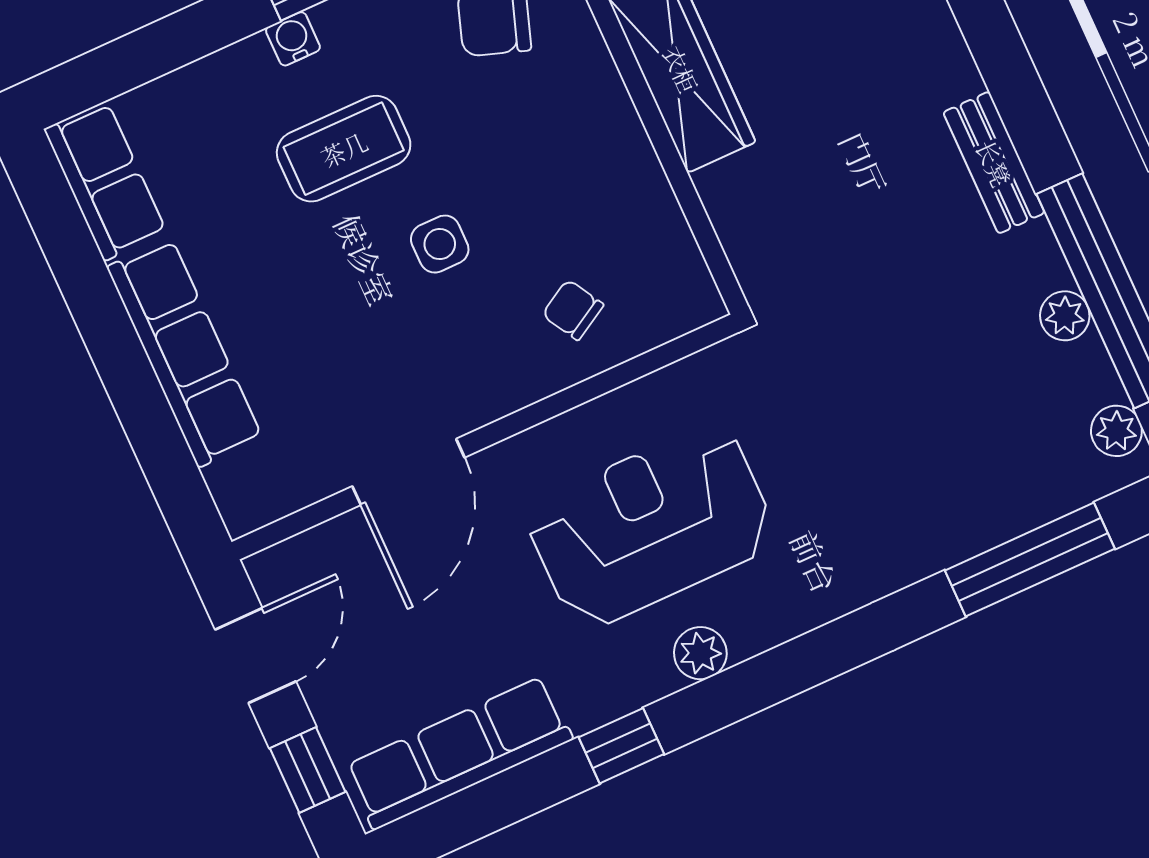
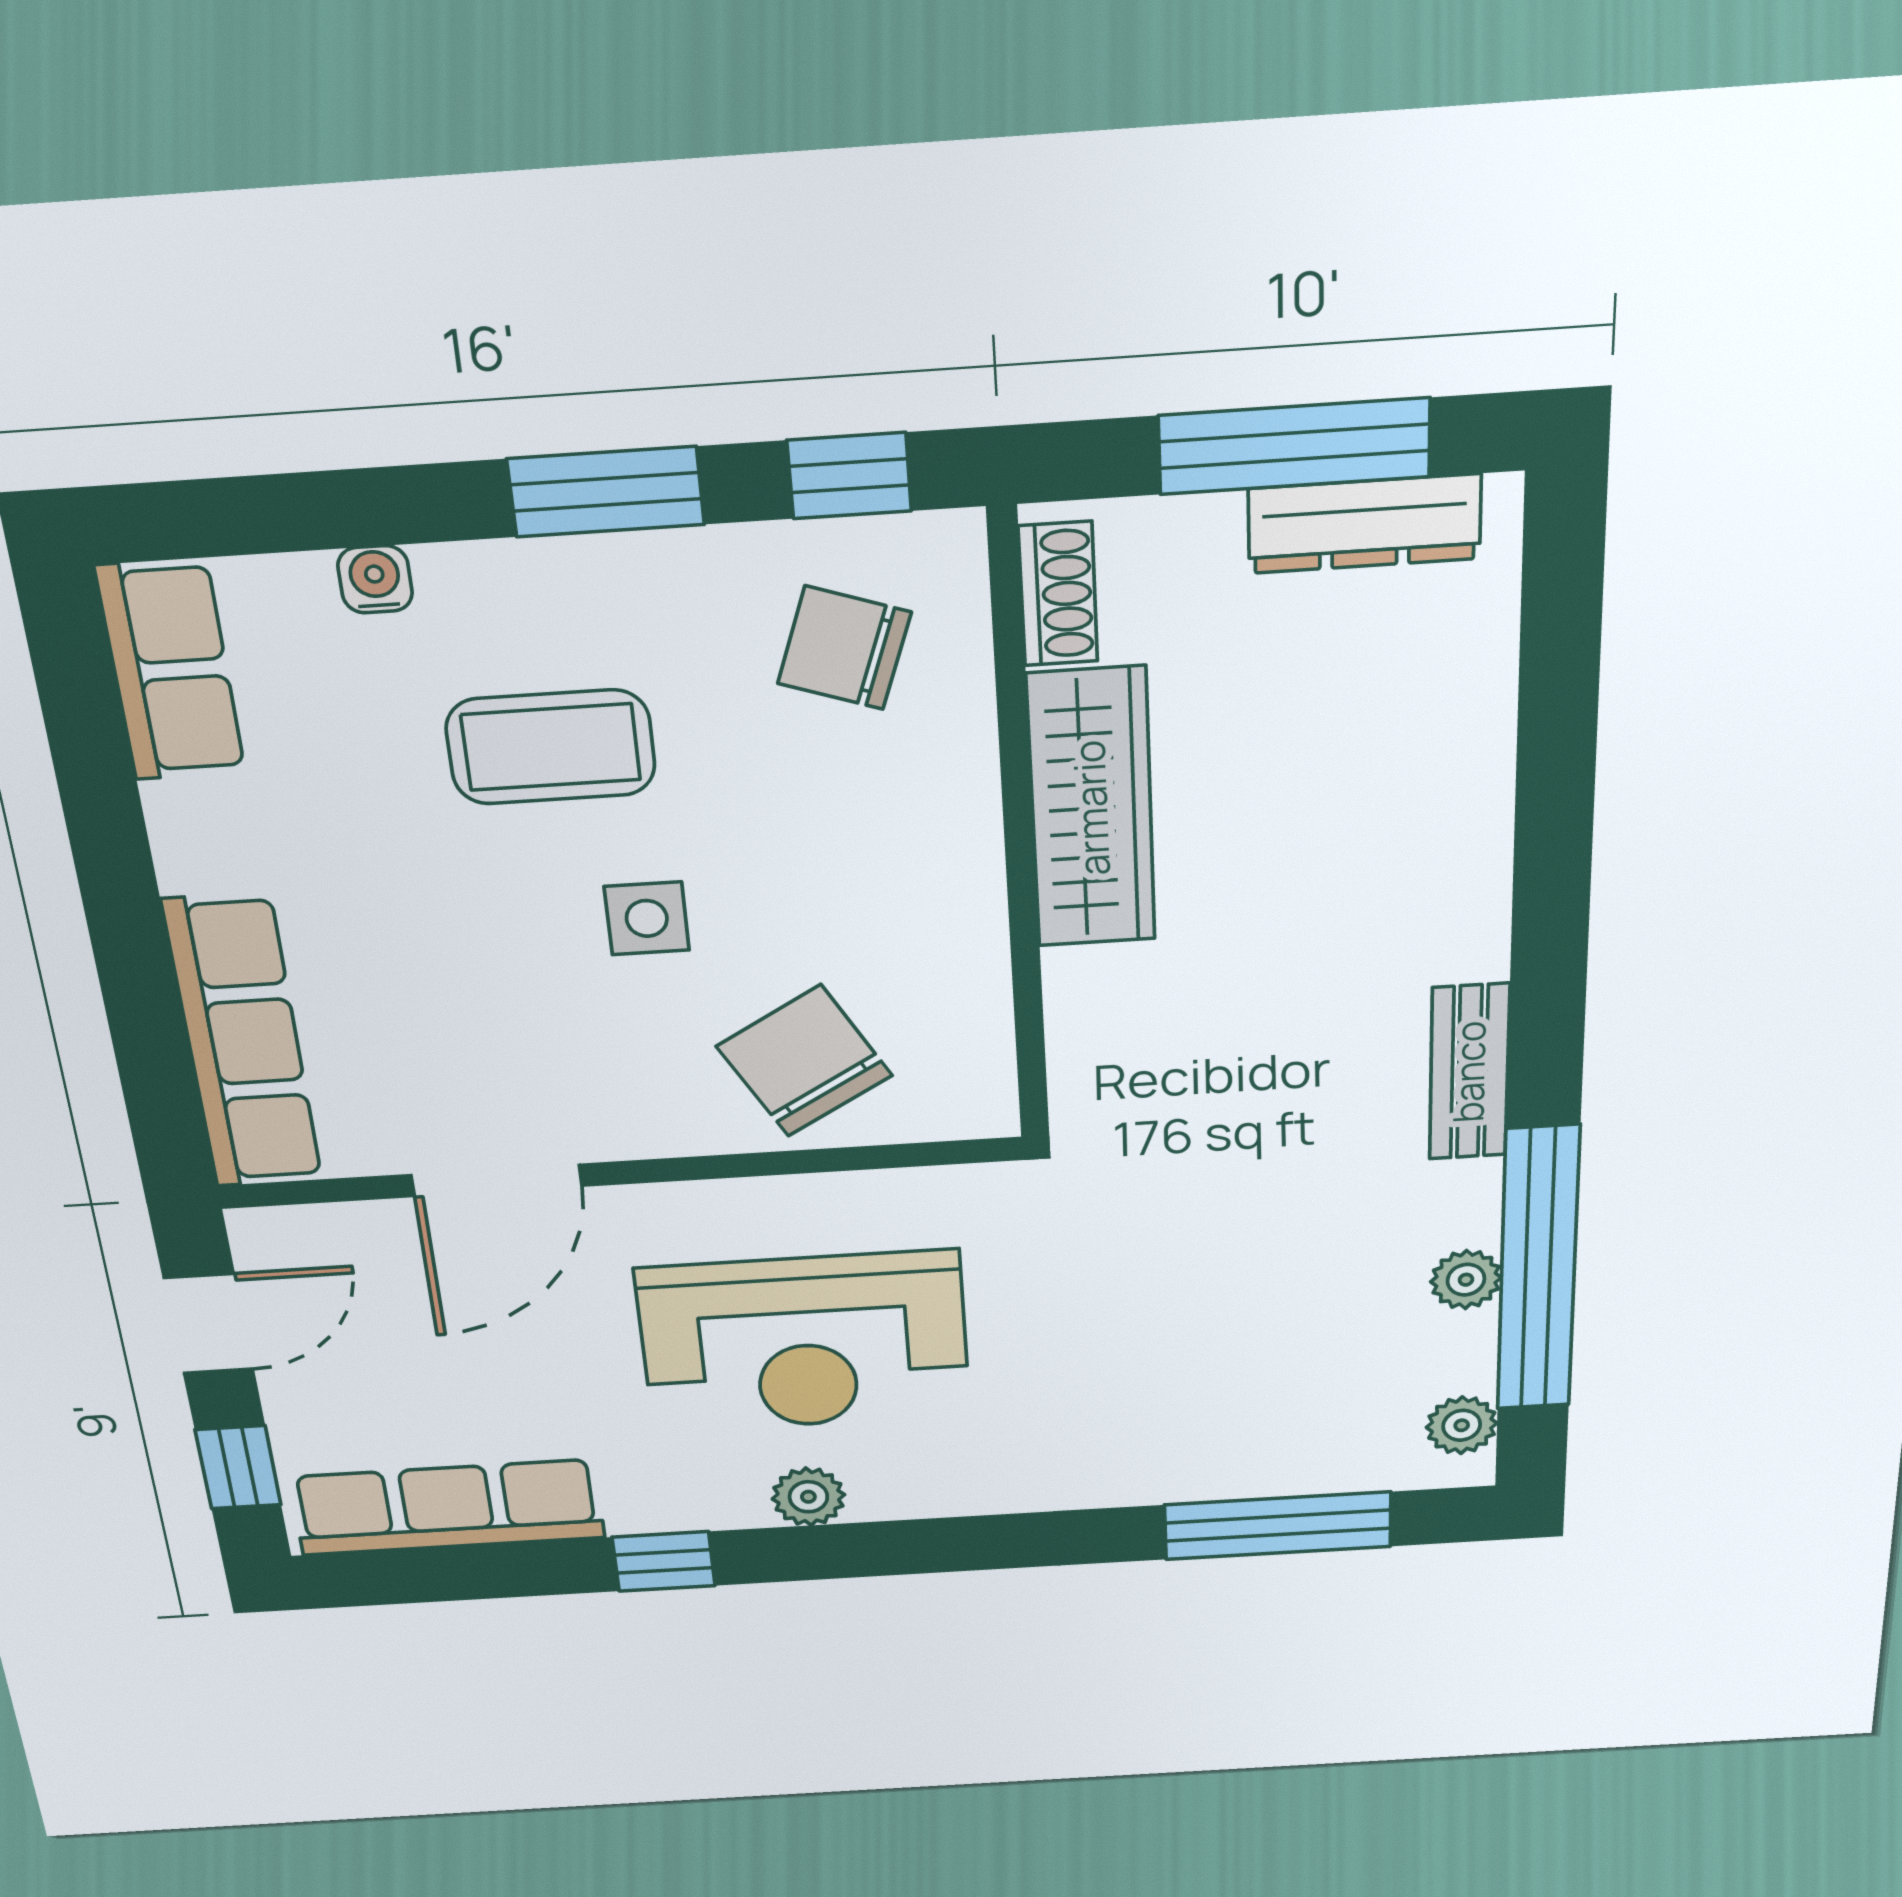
water cooler: (293, 39) -> (375, 579), moved
chair: (573, 310) -> (804, 1061), width x1.87, depth x1.87
row of seats: (185, 353) -> (243, 1042), moved
reception desk: (651, 526) -> (804, 1342), turned 180

